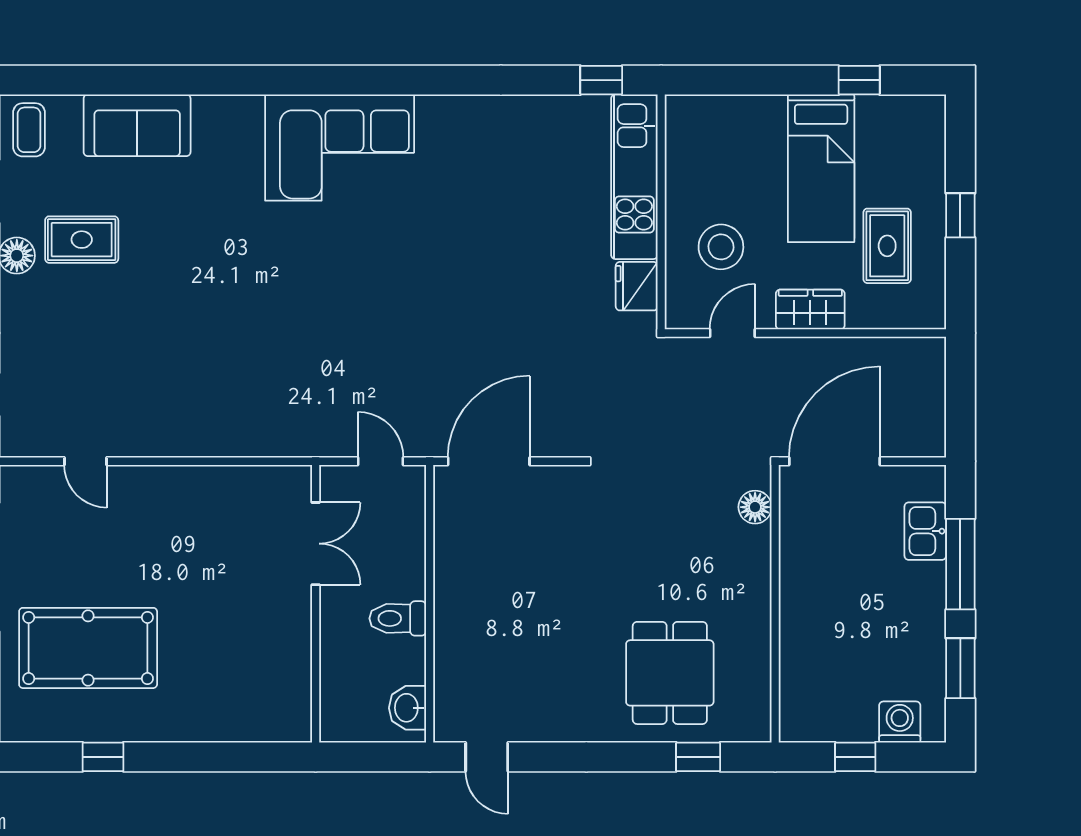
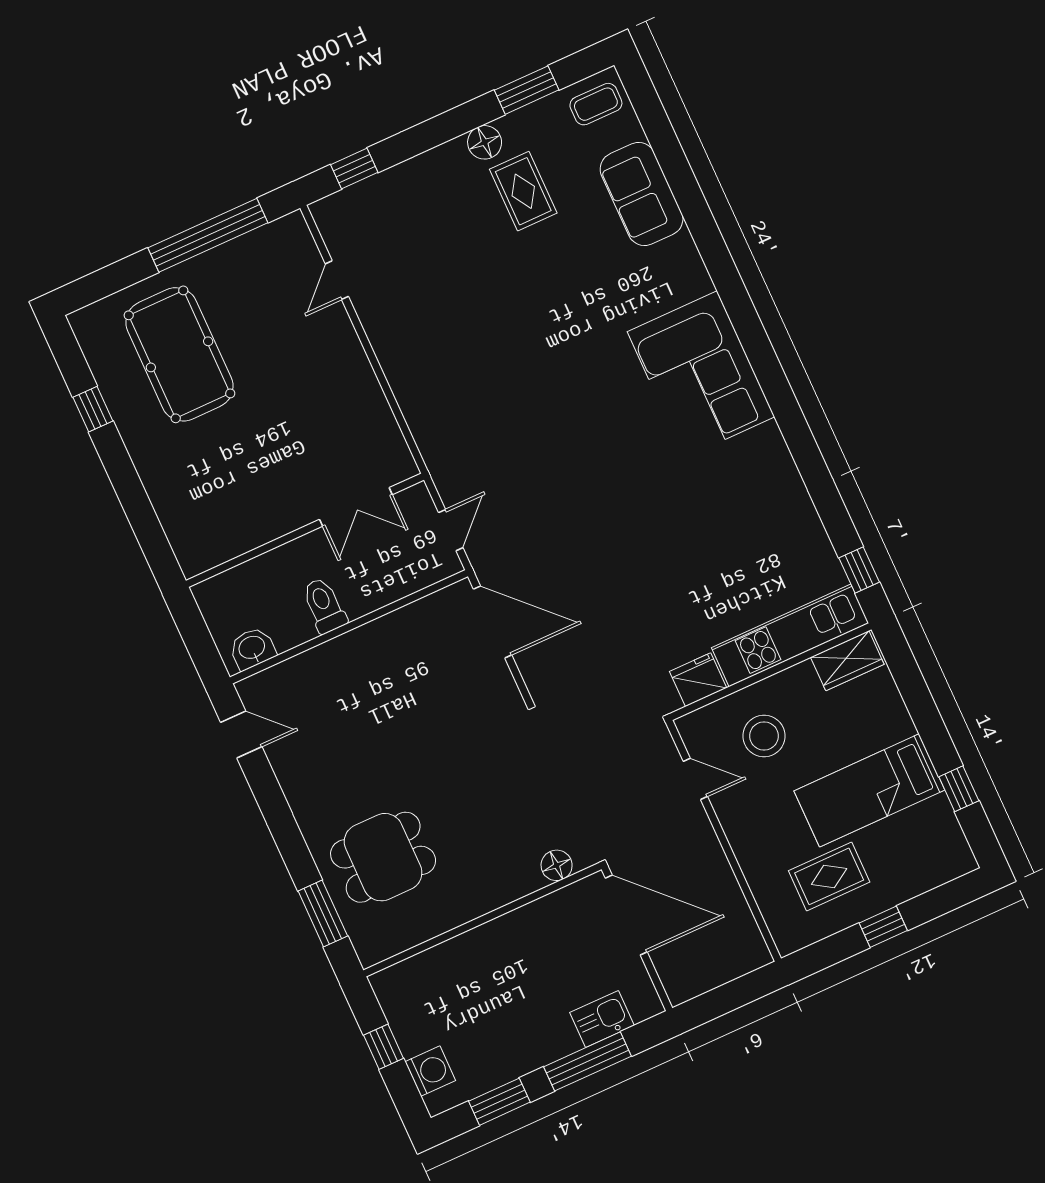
wardrobe: (810, 310) -> (847, 661), moved, turned 90
door: (487, 757) -> (241, 735), swing flipped
window: (698, 757) -> (323, 914), width x1.50

